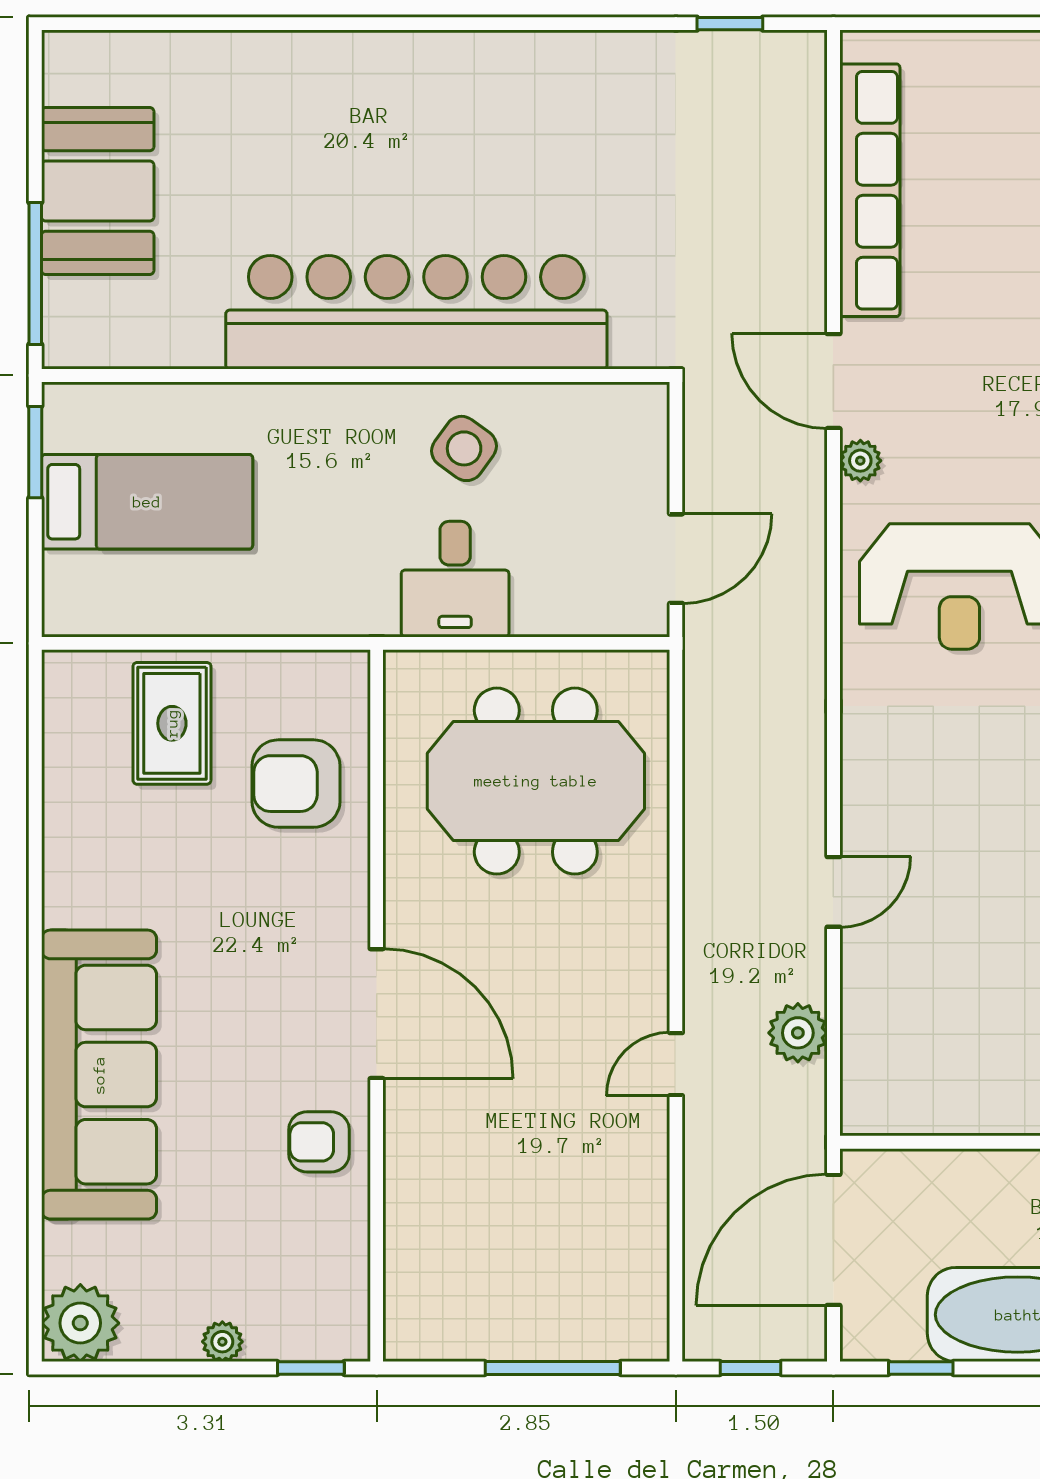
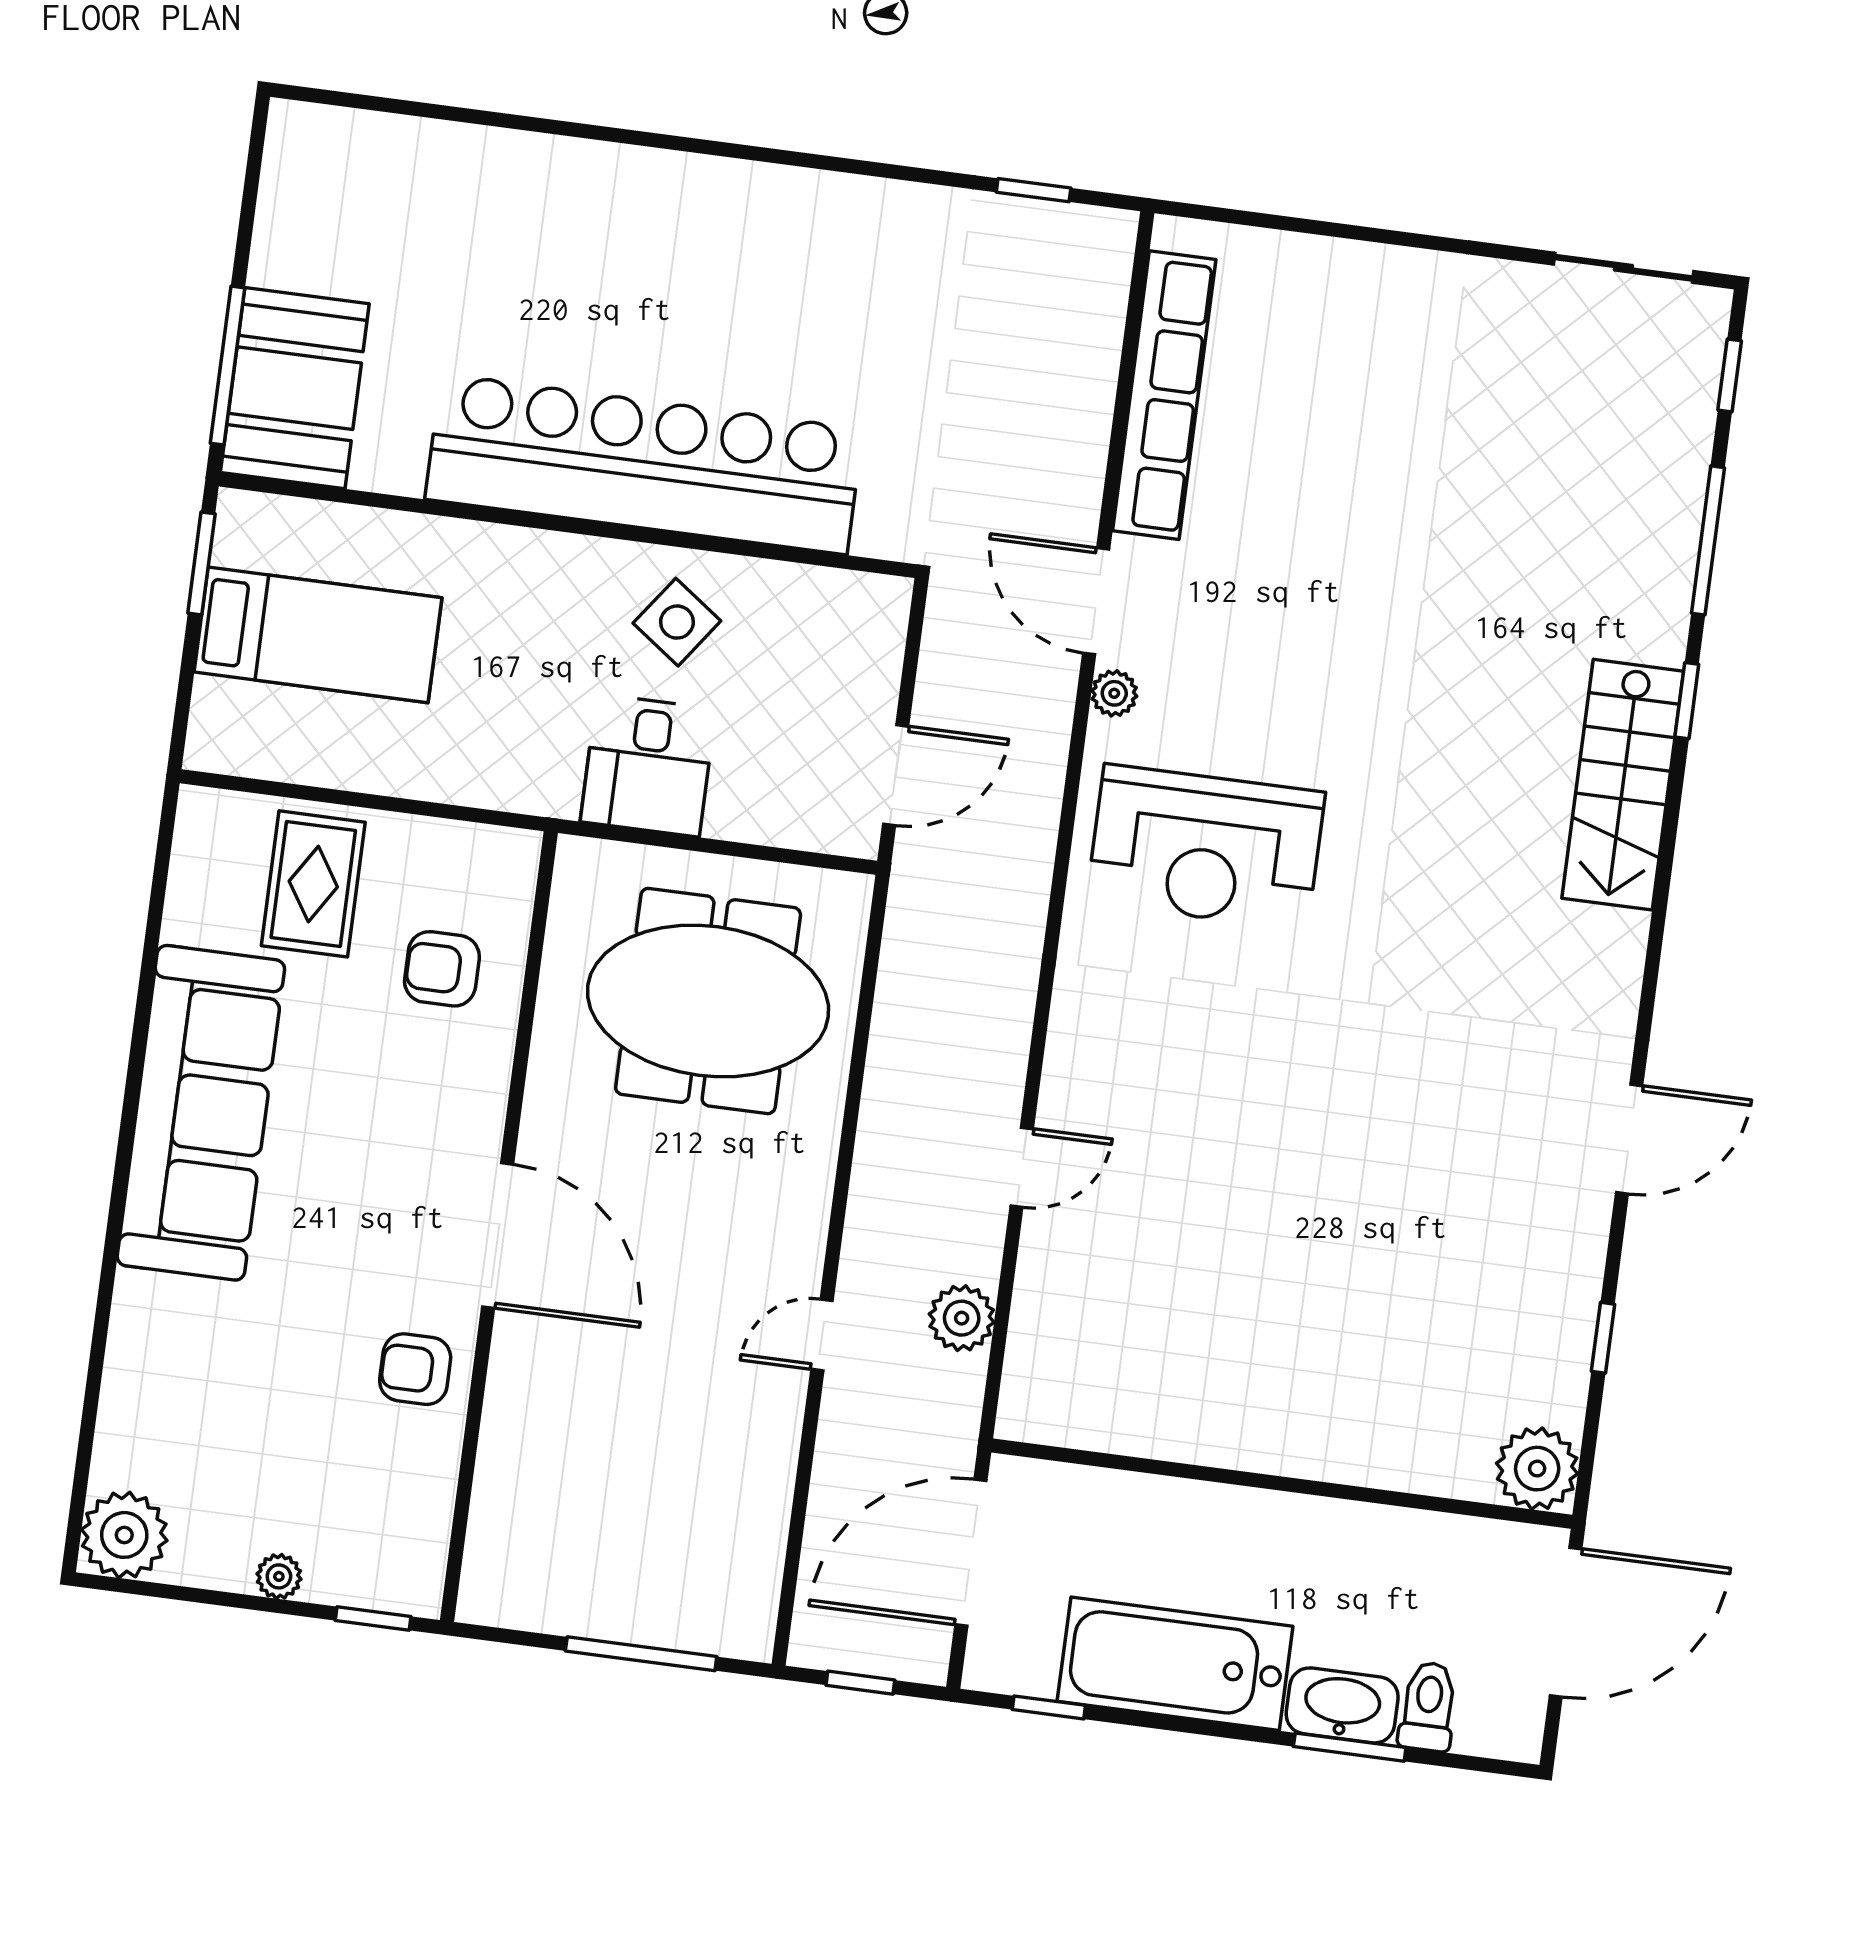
booth: (98, 191) -> (295, 388), moved
armchair: (296, 784) -> (442, 969), width x0.72, depth x0.72
sofa: (99, 1075) -> (201, 1113), moved

